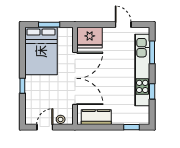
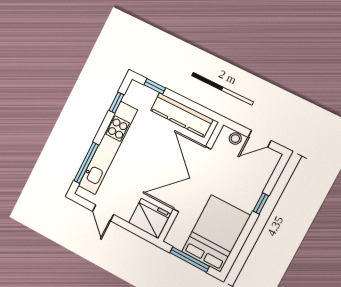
window: (49, 25) -> (190, 260), width x1.44
window: (152, 52) -> (86, 163), width x1.44
window: (152, 91) -> (116, 103), moved
kitchen counter: (96, 117) -> (182, 115), width x1.50

